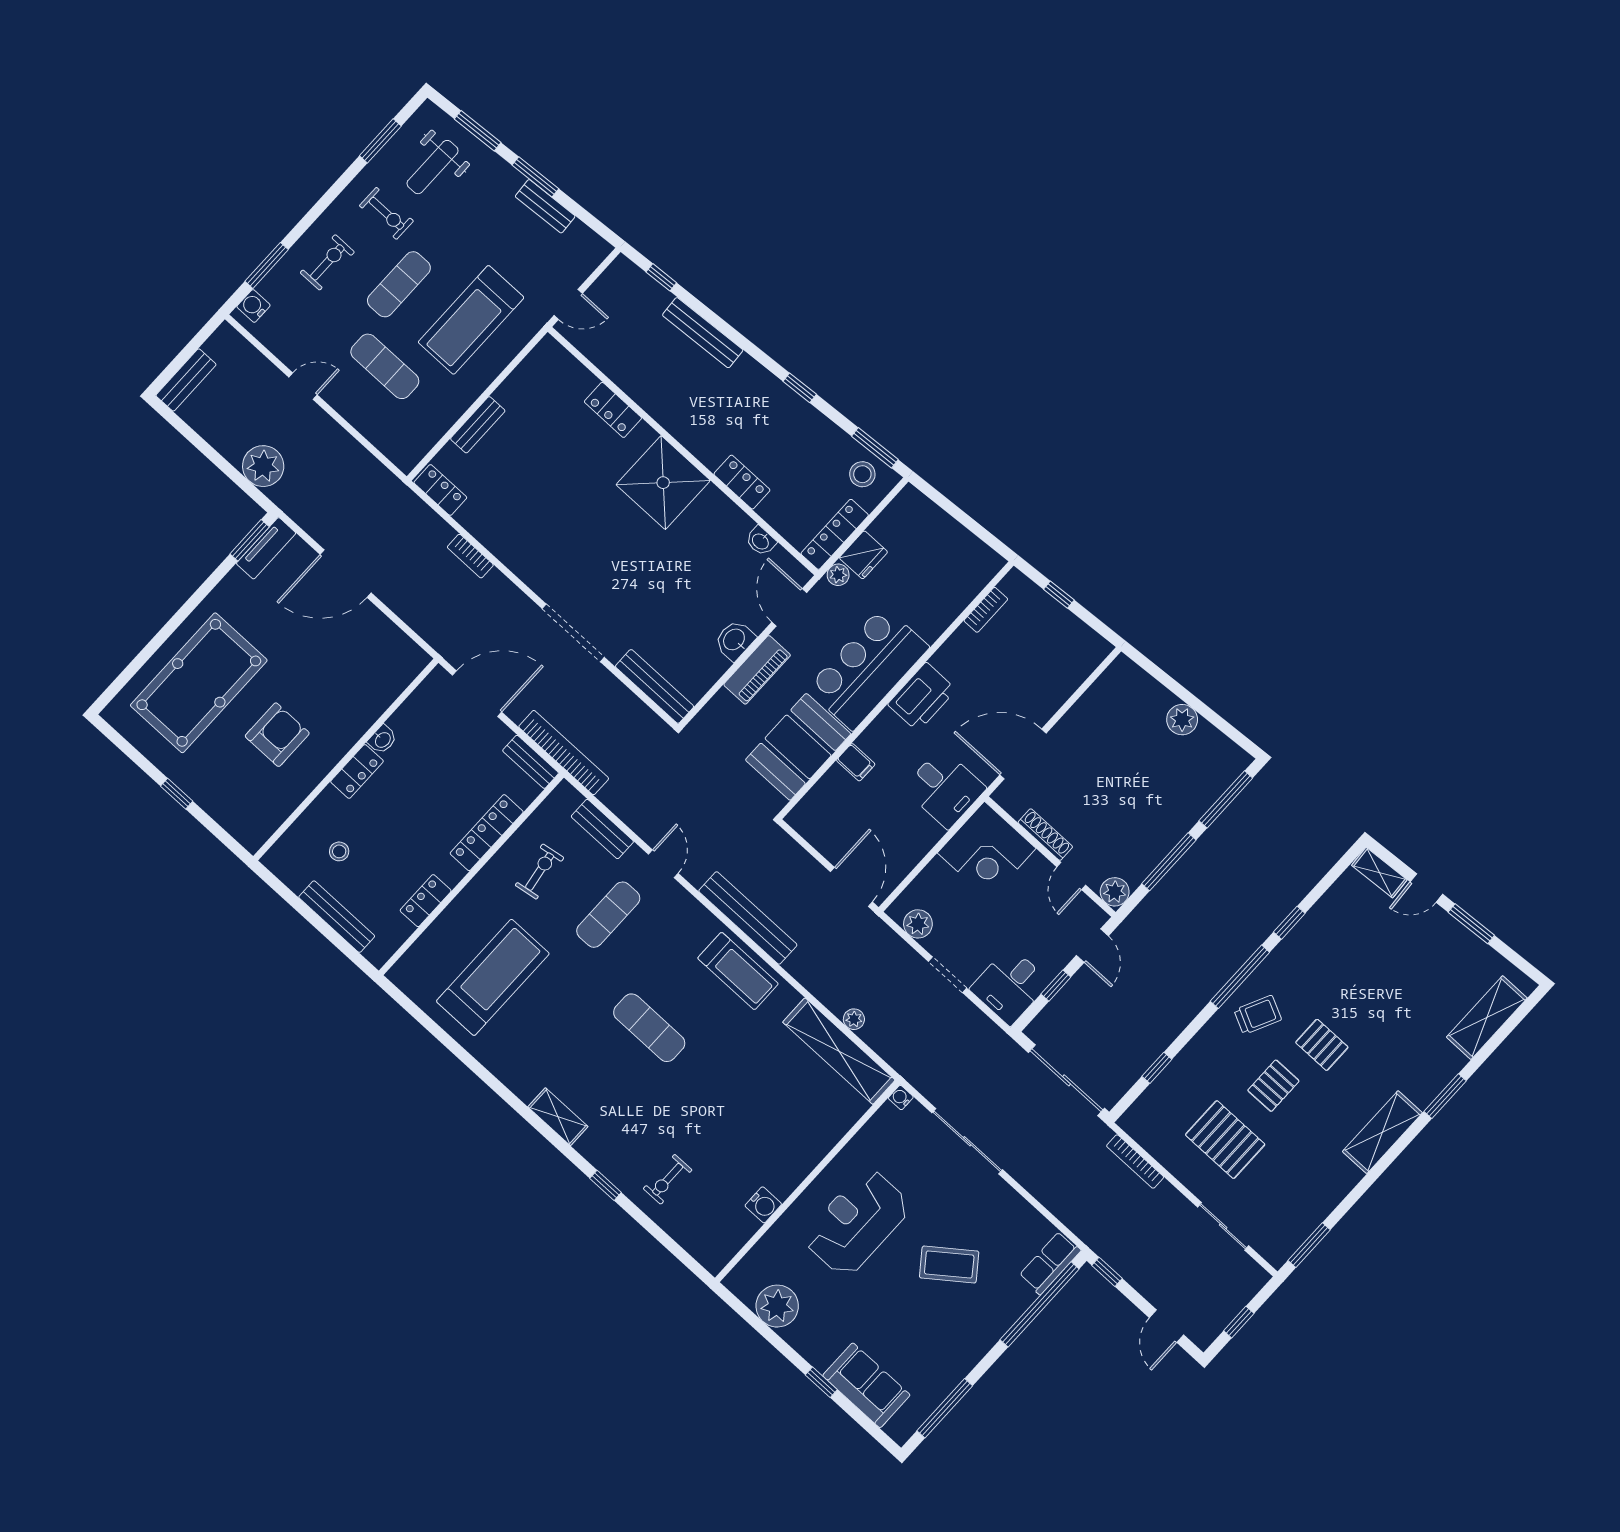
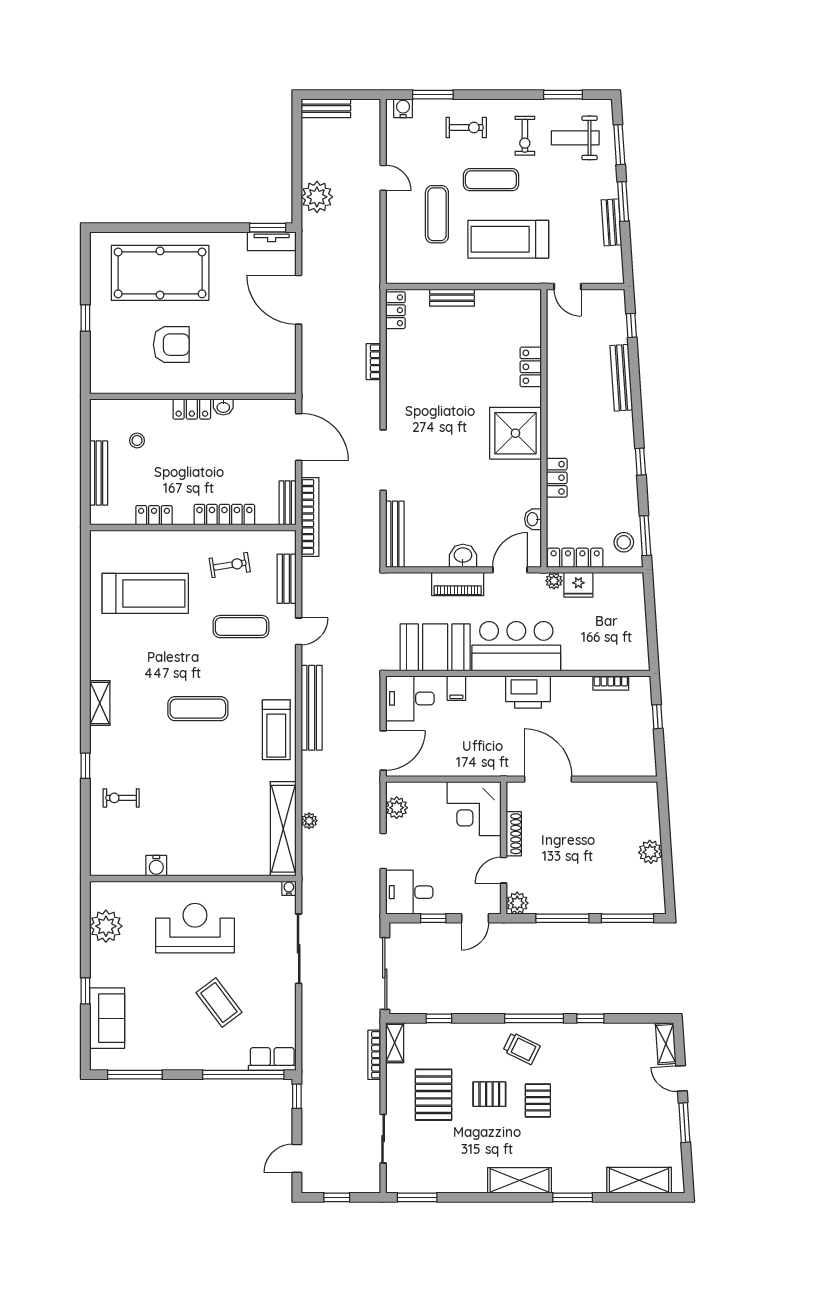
desk: (945, 788) -> (410, 698), moved, turned 90
exercise mat: (649, 1028) -> (198, 709), turned 90
shelving: (1141, 1131) -> (395, 1043), added

